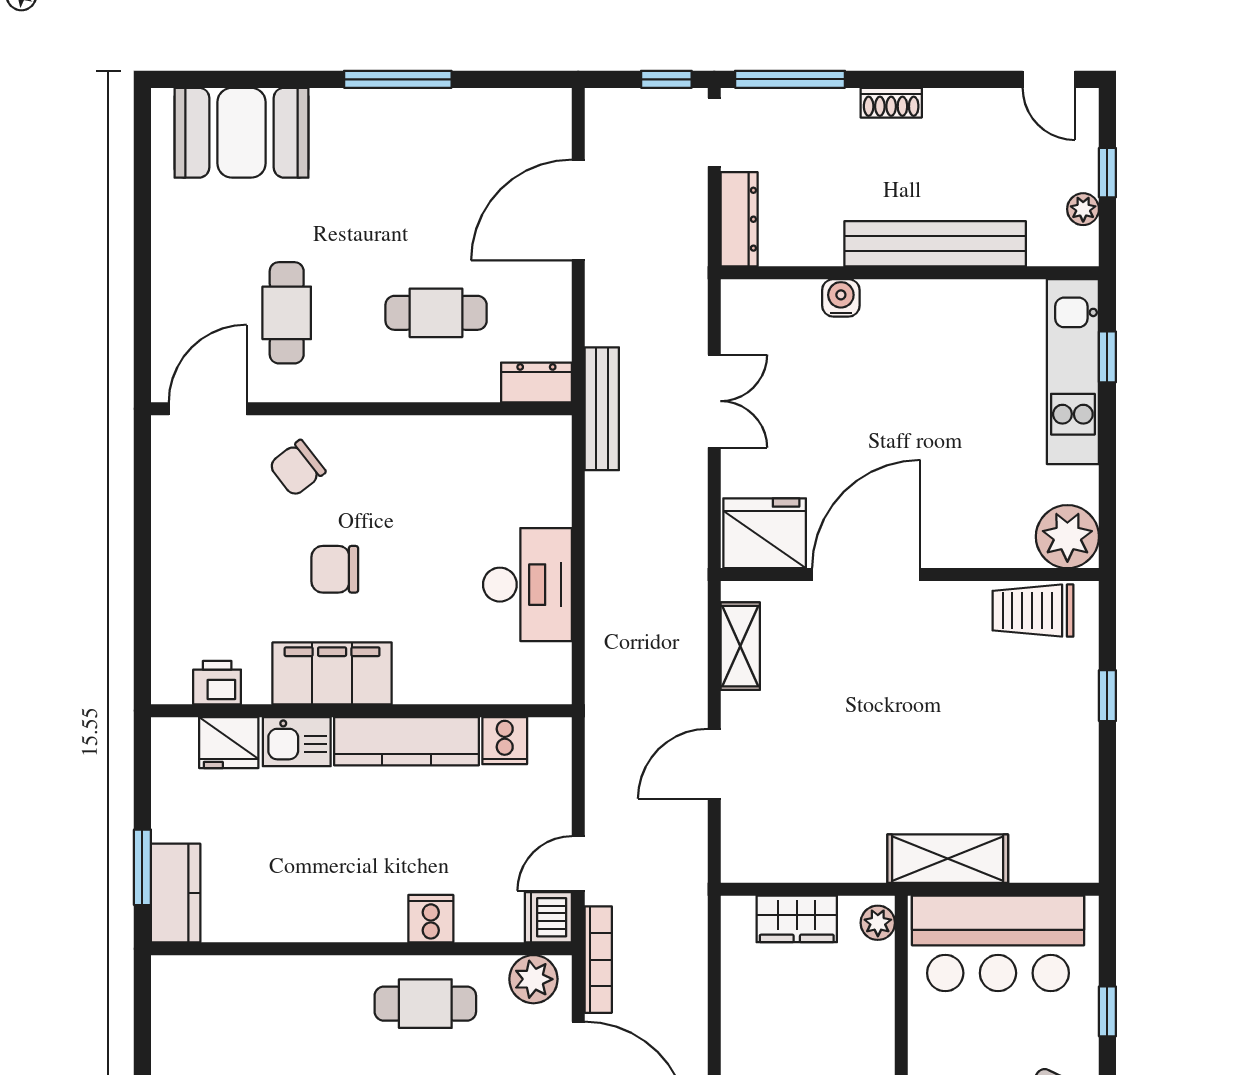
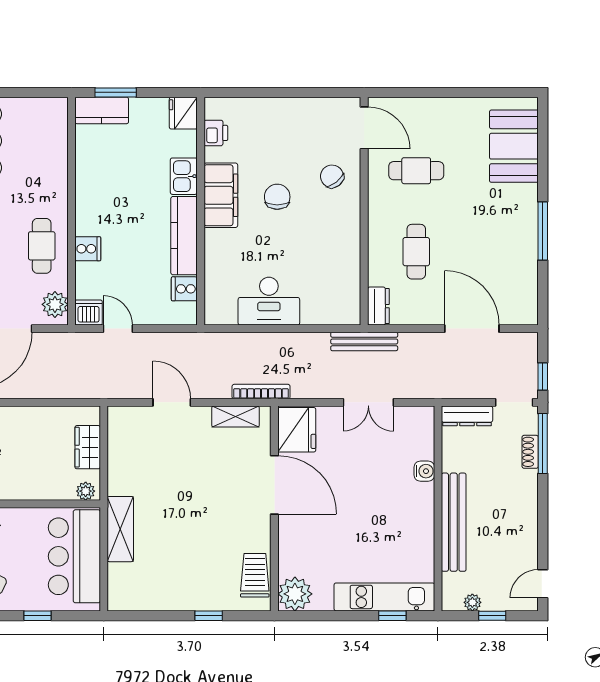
shoe rack: (891, 103) -> (530, 452), moved
fridge: (229, 743) -> (183, 113), moved
bookcase: (598, 960) -> (261, 392), moved, turned 180

